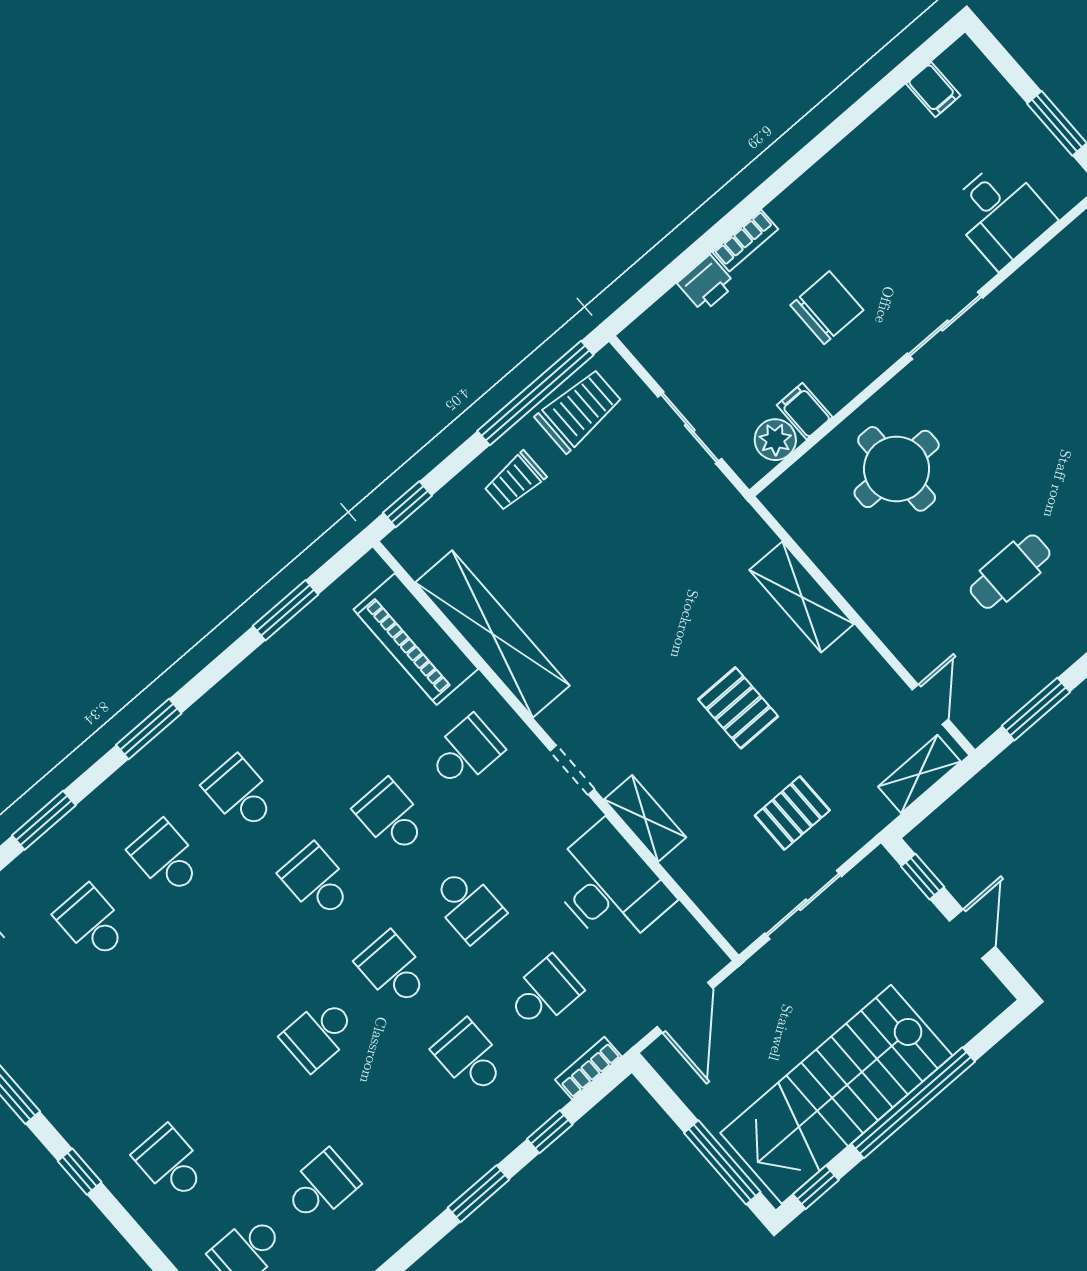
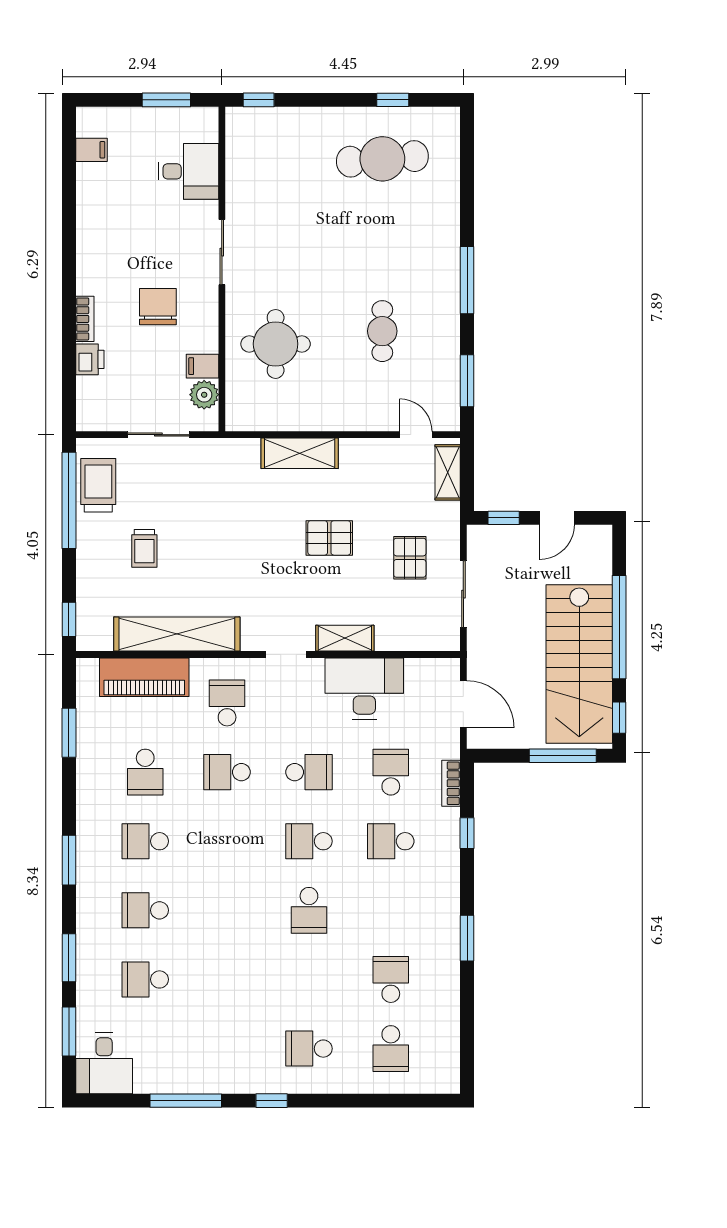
trolley: (515, 481) -> (144, 548), moved
school desk: (317, 881) -> (145, 772), moved, turned -90
door: (972, 934) -> (557, 518), swing flipped
window: (478, 1194) -> (467, 938), moved

